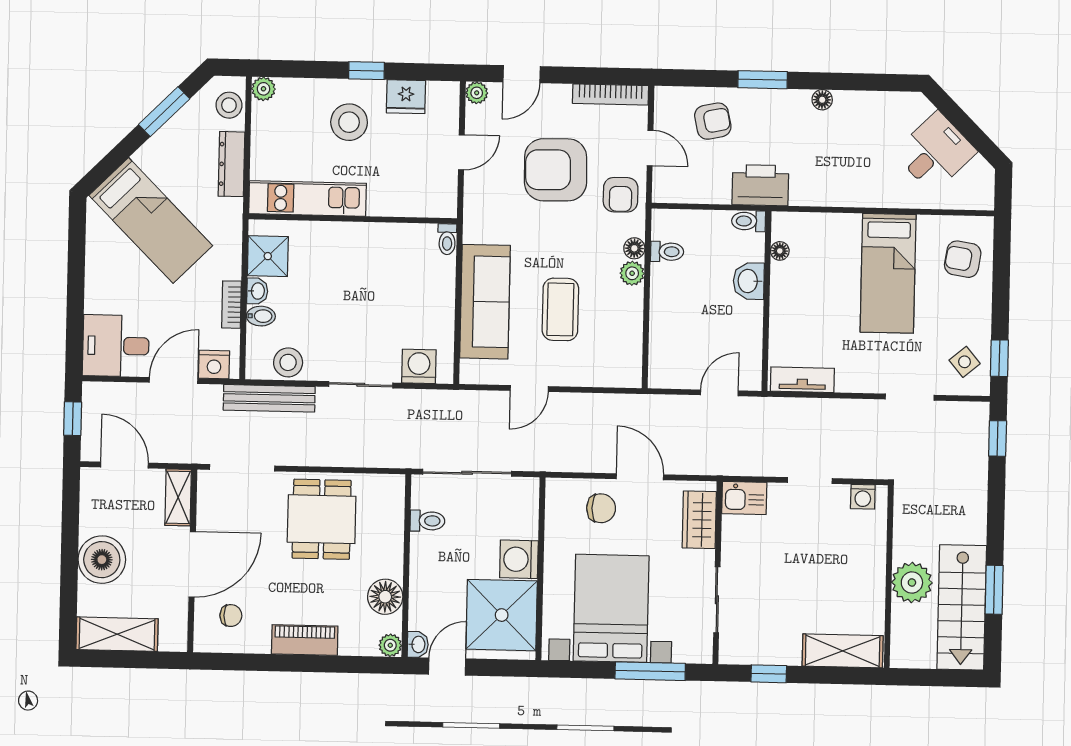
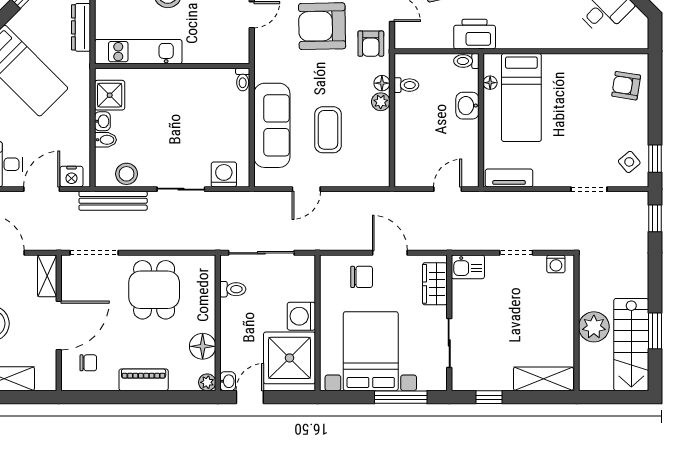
bed: (888, 273) -> (521, 97), moved
bookcase: (231, 305) -> (83, 132), removed

